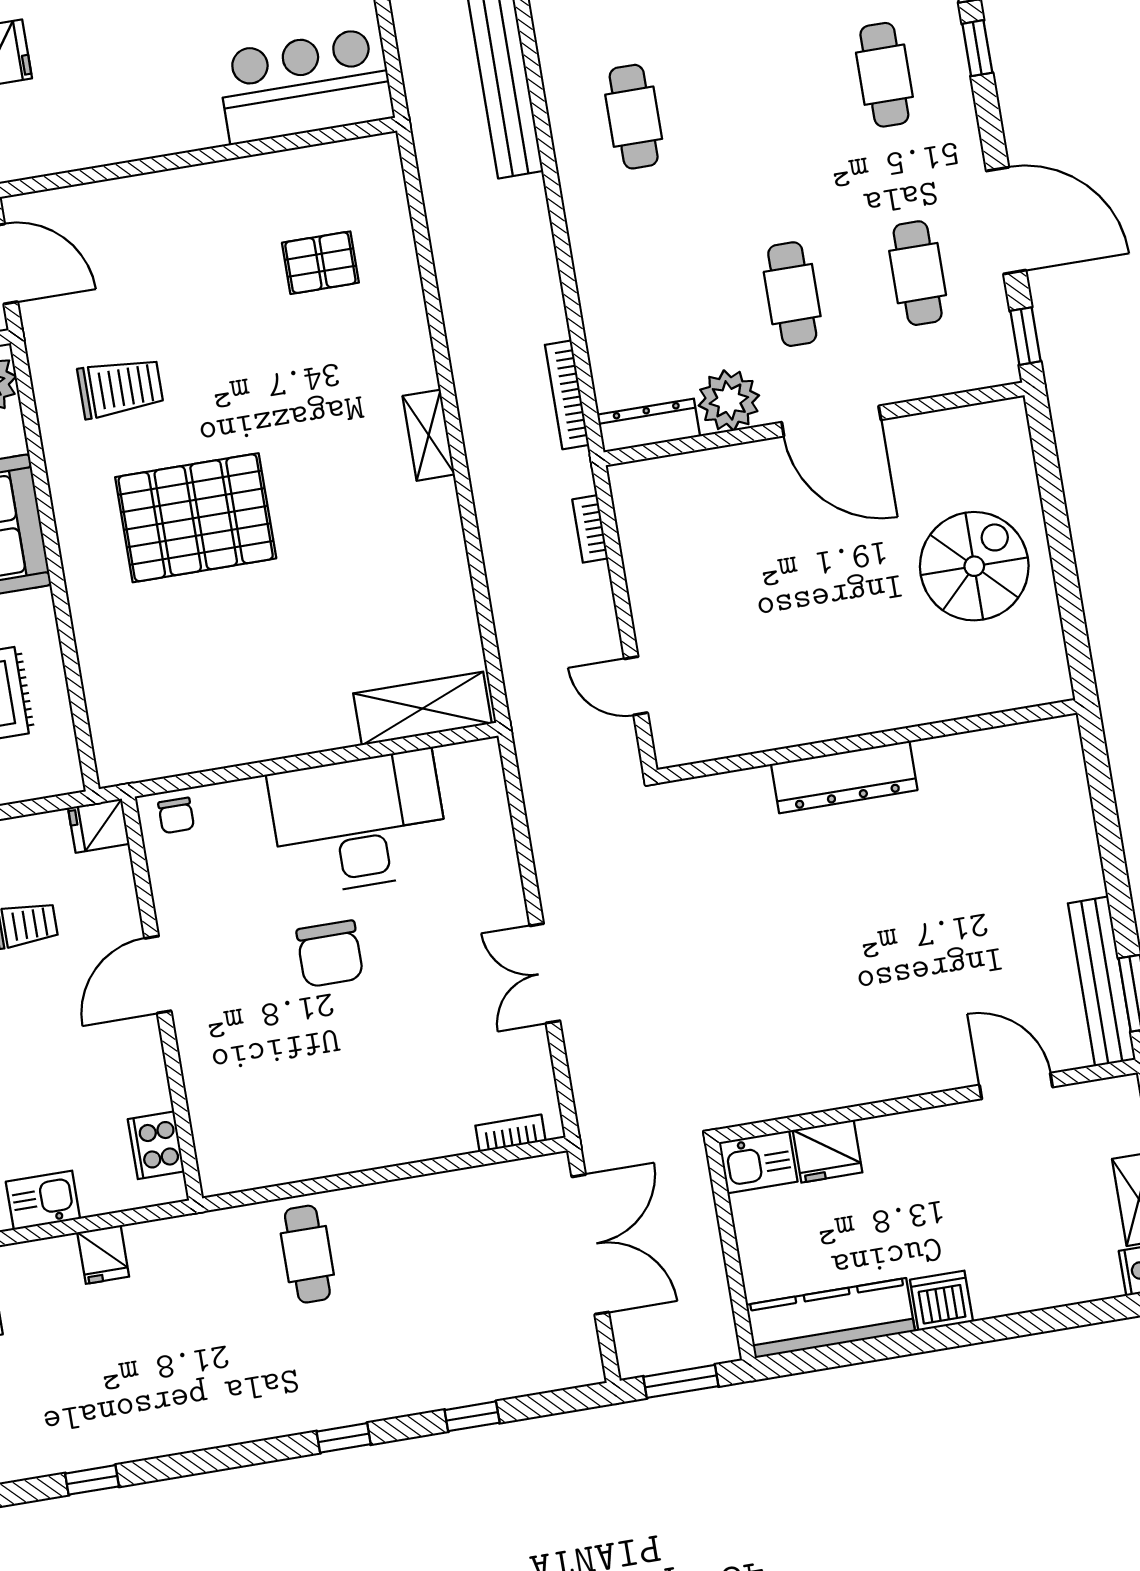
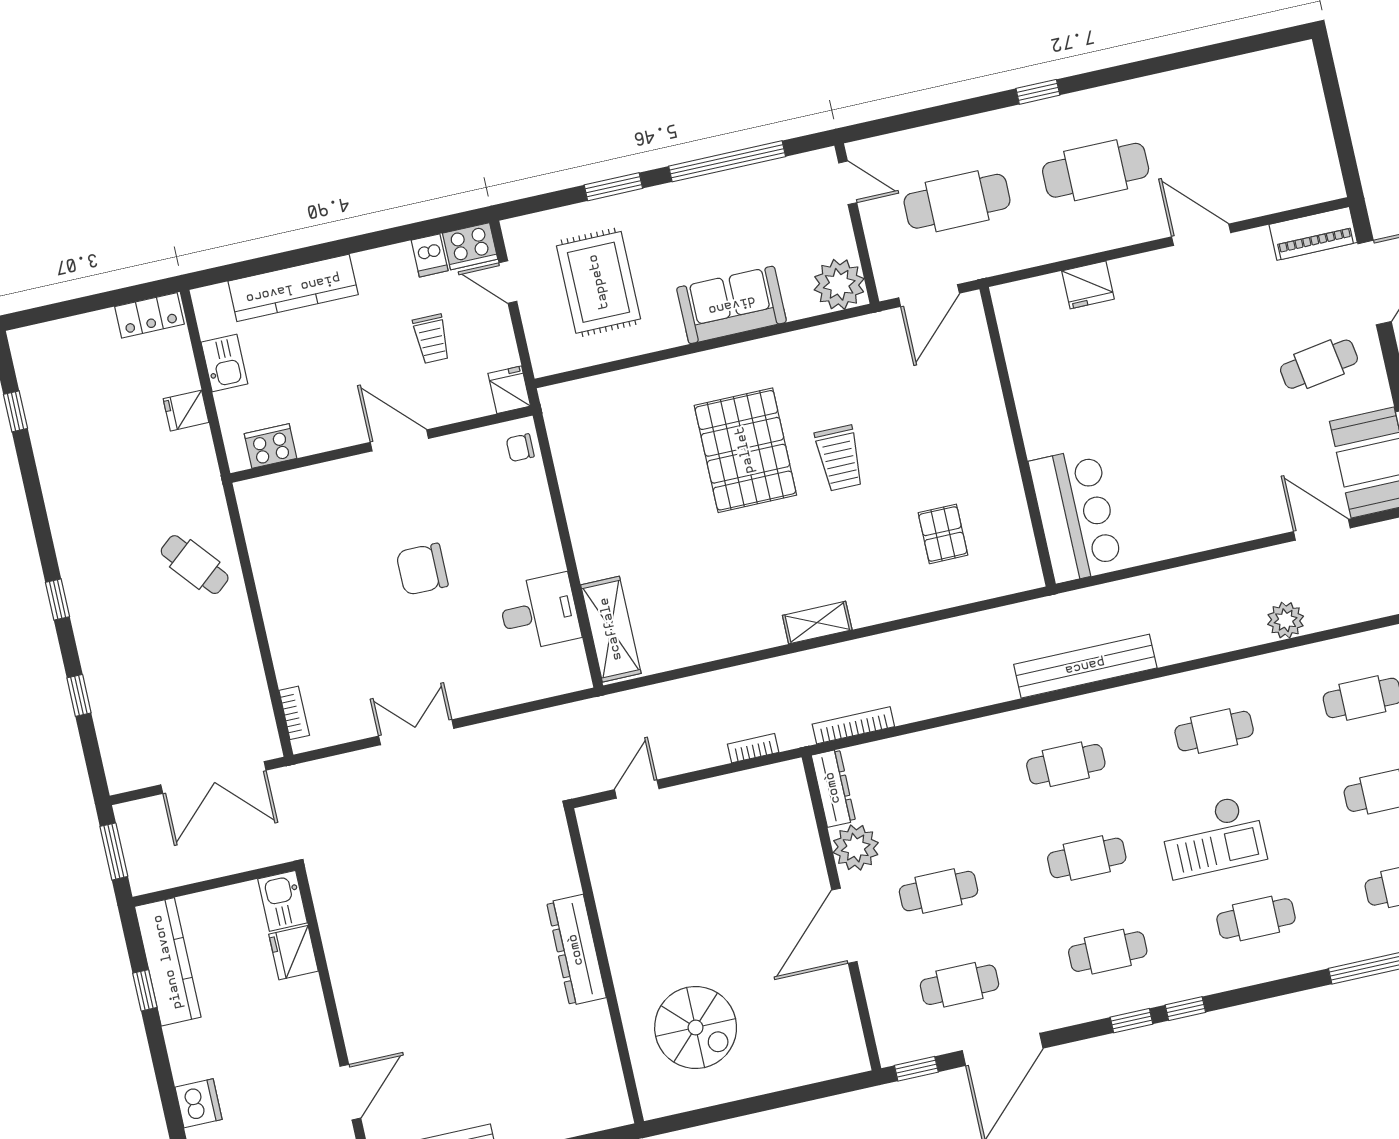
cafe table: (759, 96) -> (1087, 858), added
trolley: (120, 388) -> (839, 458), moved
spiral stairs: (974, 566) -> (696, 1027), moved
desk: (359, 823) -> (539, 612), width x0.53, depth x0.77
cafe table: (307, 1254) -> (195, 565), turned 50
dishwasher: (941, 1301) -> (198, 1103), moved
window: (867, 1350) -> (145, 990), added

